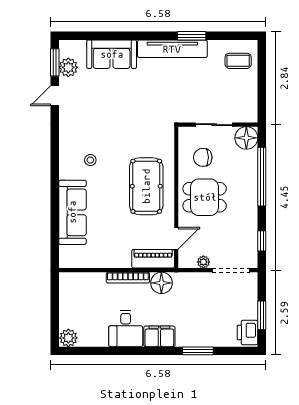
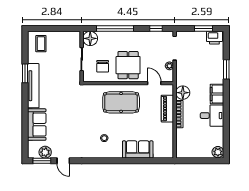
sofa: (72, 212) -> (138, 149), width x0.73
piano: (153, 259) -> (167, 109), moved

